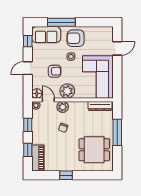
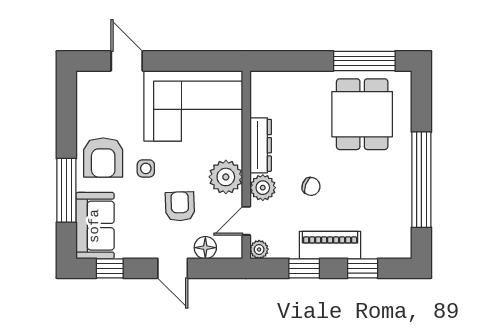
floor lamp: (37, 93) -> (205, 248), moved
dresser: (100, 106) -> (261, 145), moved
window: (117, 132) -> (364, 61), moved
piano: (38, 158) -> (330, 245), moved
window: (66, 175) -> (421, 180), width x3.17

